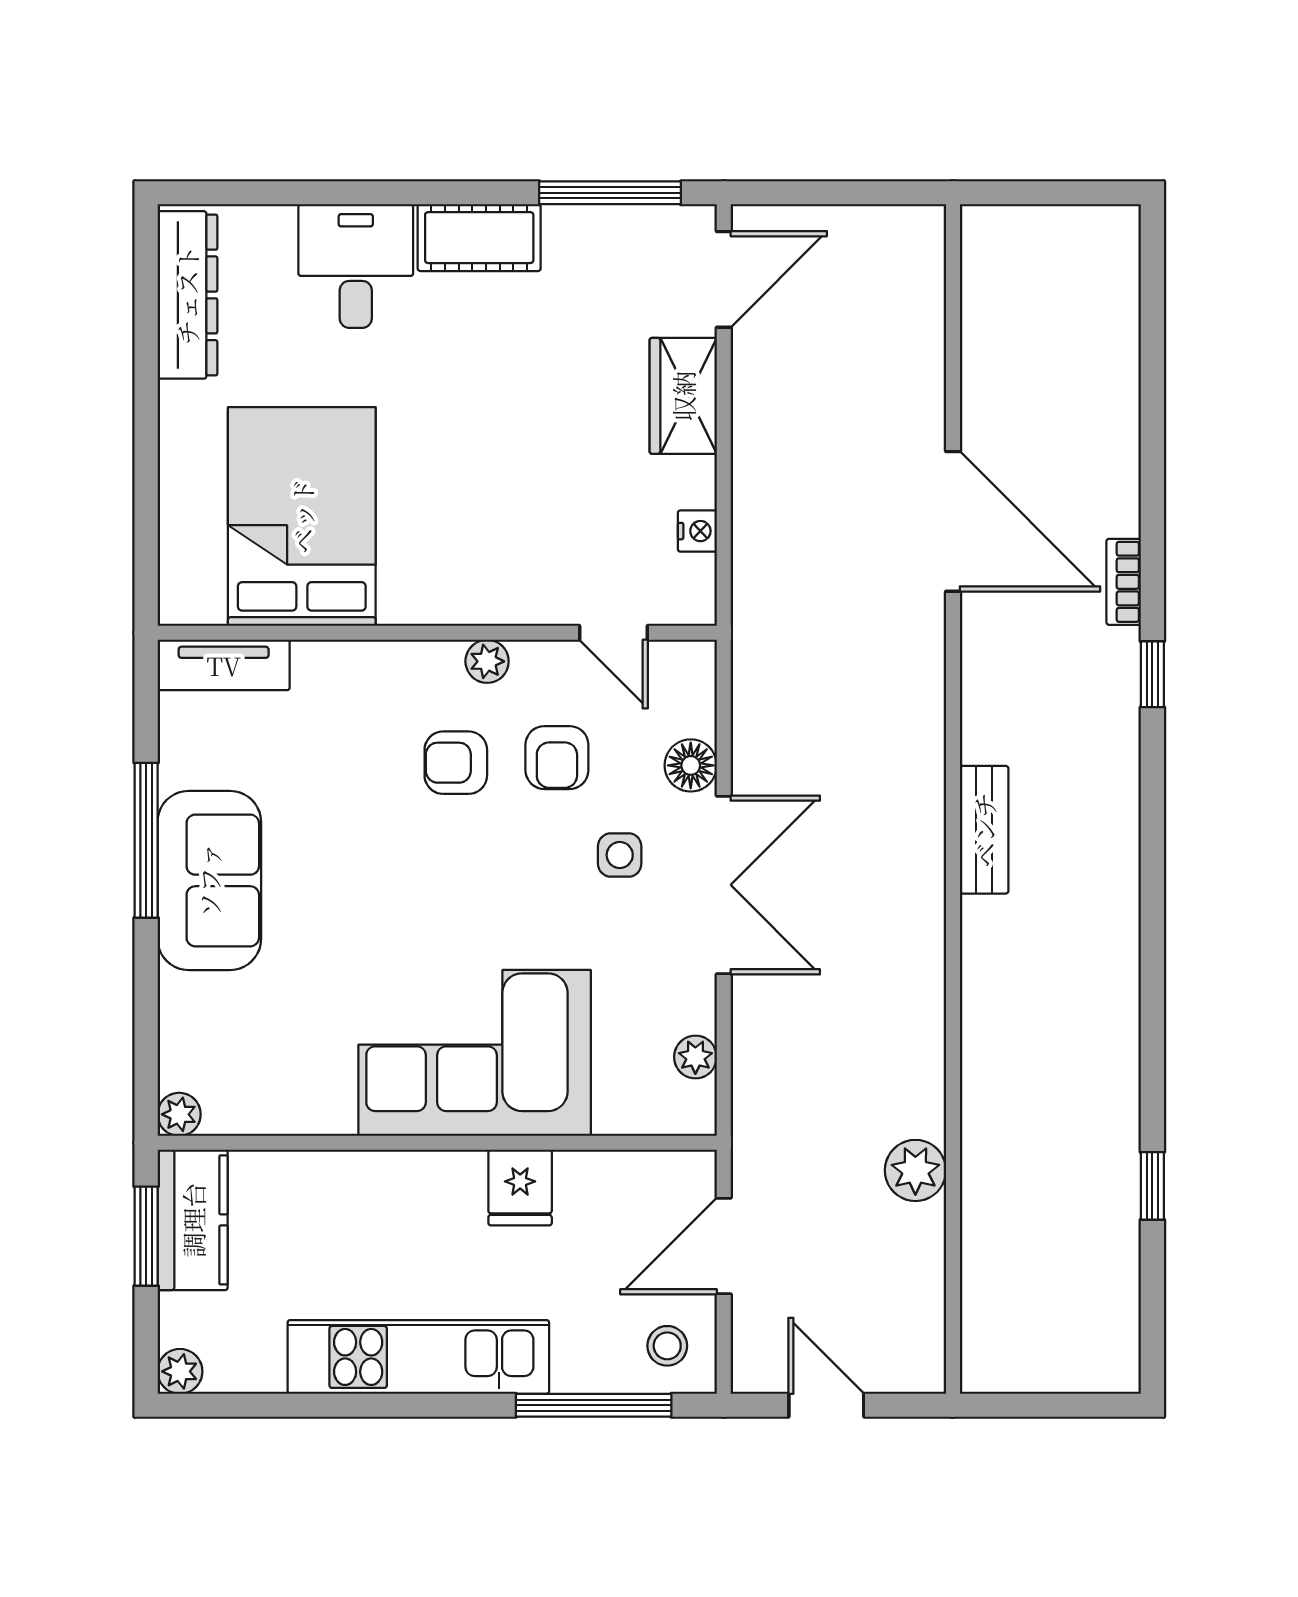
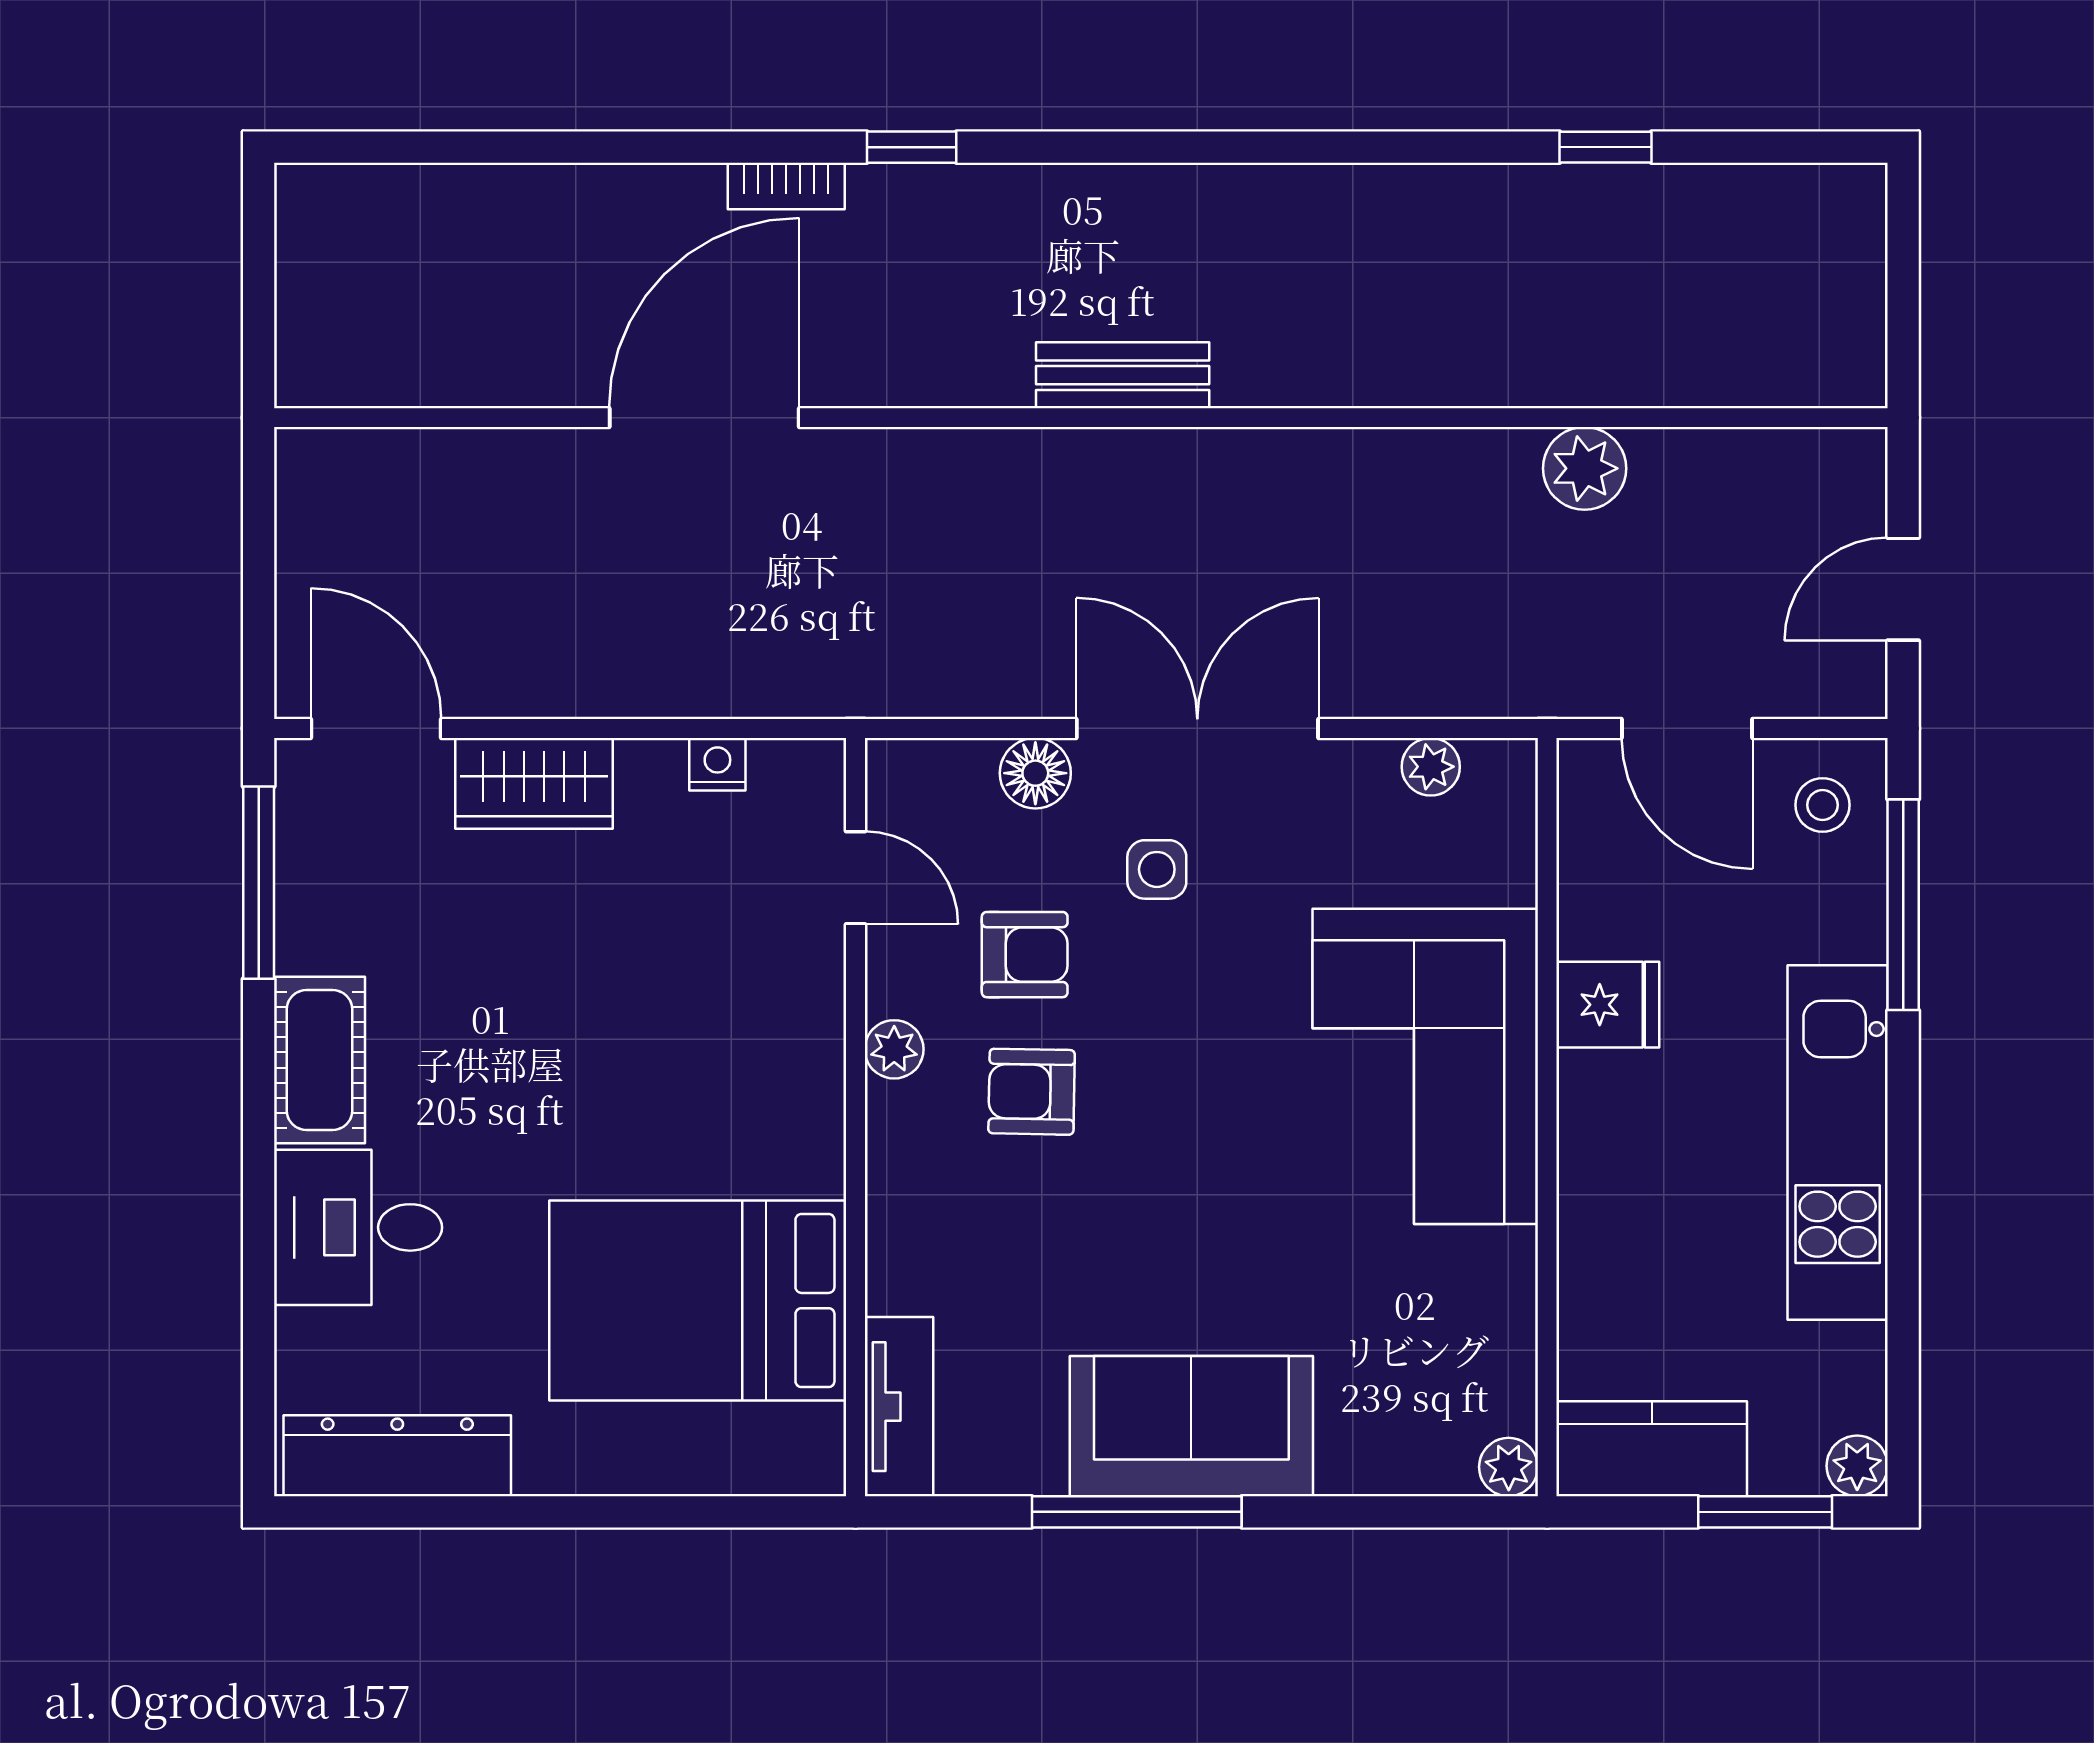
door: (614, 633) -> (855, 878), hinge flipped
armchair: (456, 763) -> (1032, 1092), turned 91
window: (146, 1236) -> (1765, 1512), moved

